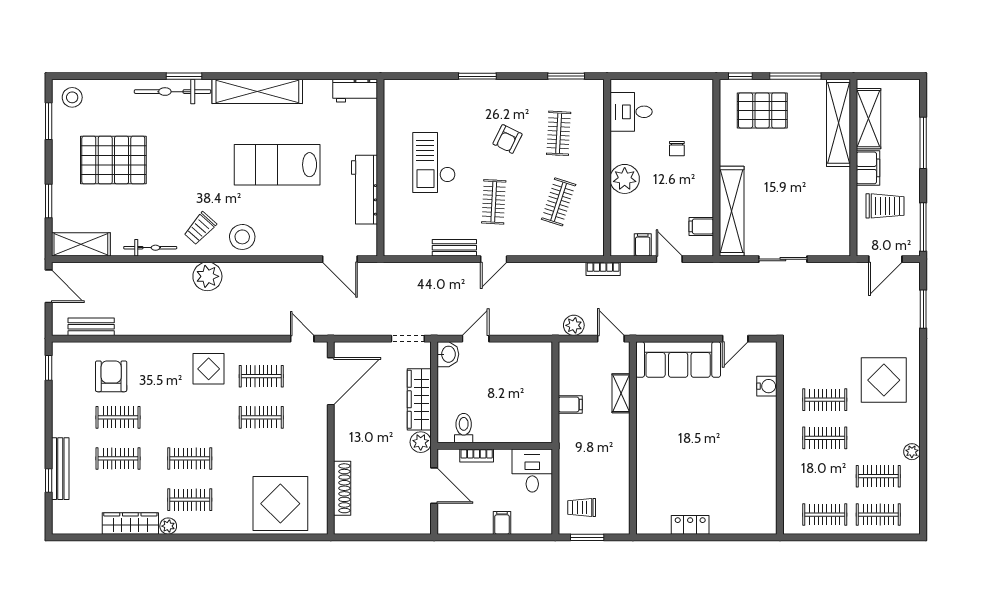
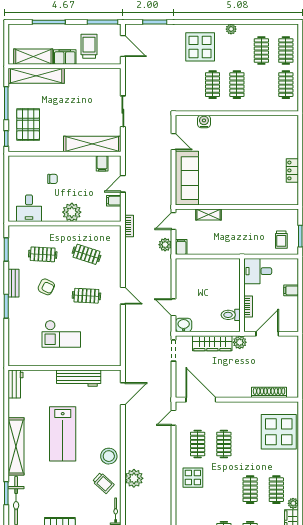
bench: (454, 248) -> (14, 283), moved
filing cabinet: (570, 404) -> (181, 247), moved
plant: (912, 452) -> (231, 29), moved

